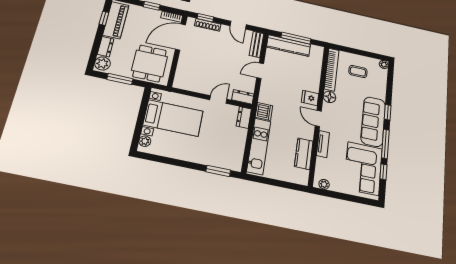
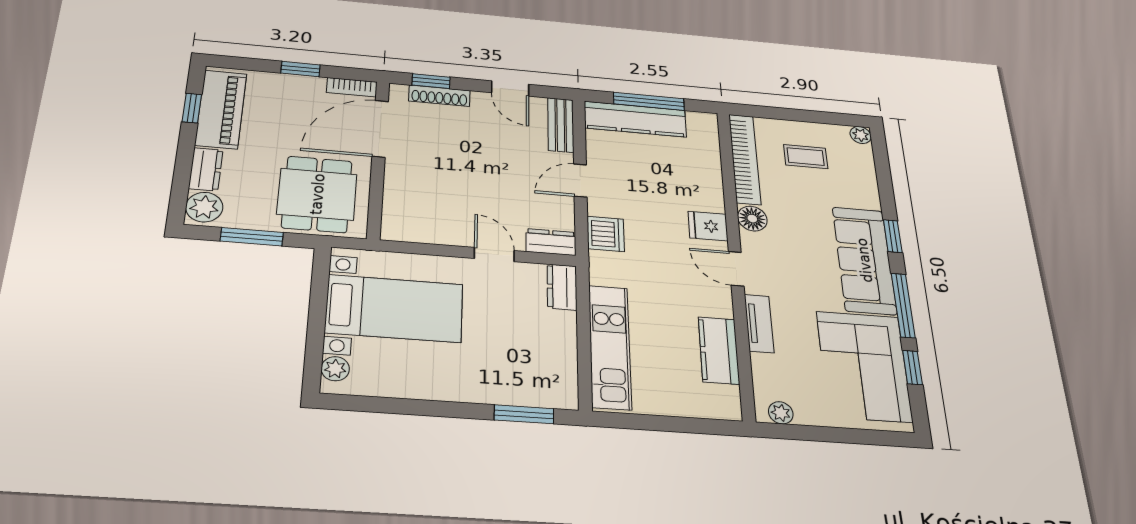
door: (218, 99) -> (494, 255), hinge flipped
dishwasher: (264, 111) -> (606, 234), moved

